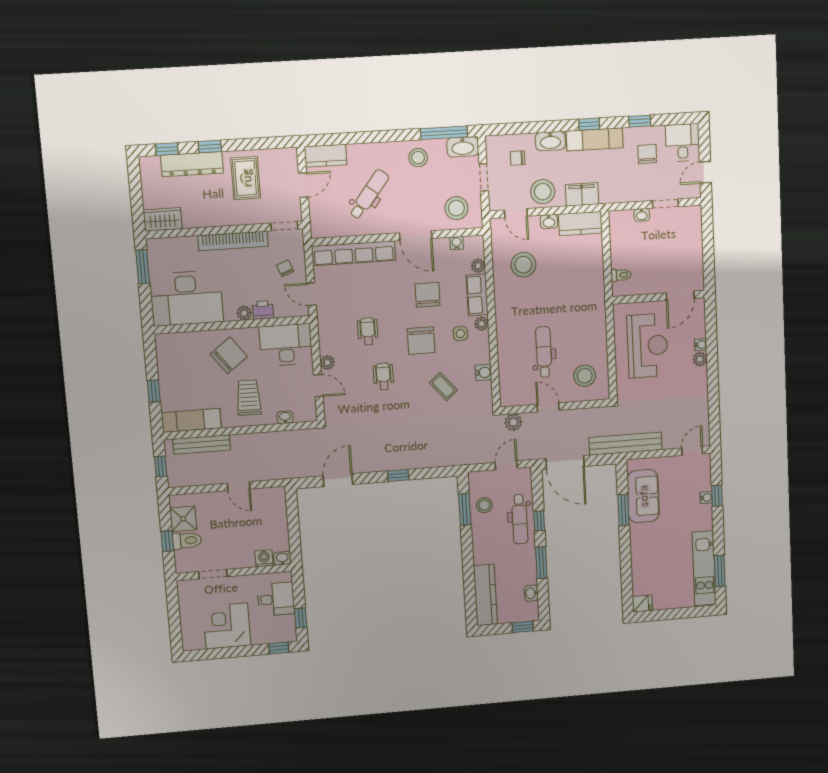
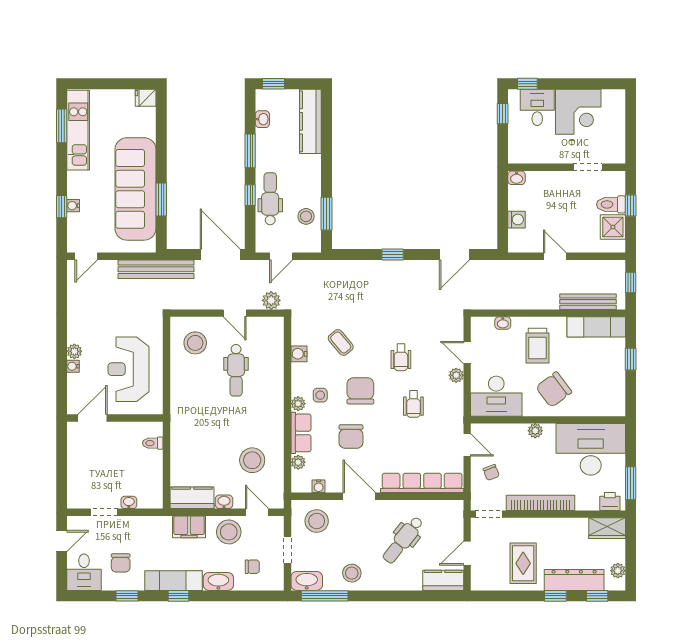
plant: (148, 176) -> (618, 571), added
printer: (263, 310) -> (610, 501), moved, turned 180
sofa: (643, 496) -> (135, 189), width x1.85, depth x1.27
washing machine: (264, 558) -> (516, 220), moved, turned -90
desk: (276, 599) -> (537, 107), moved, turned 90

